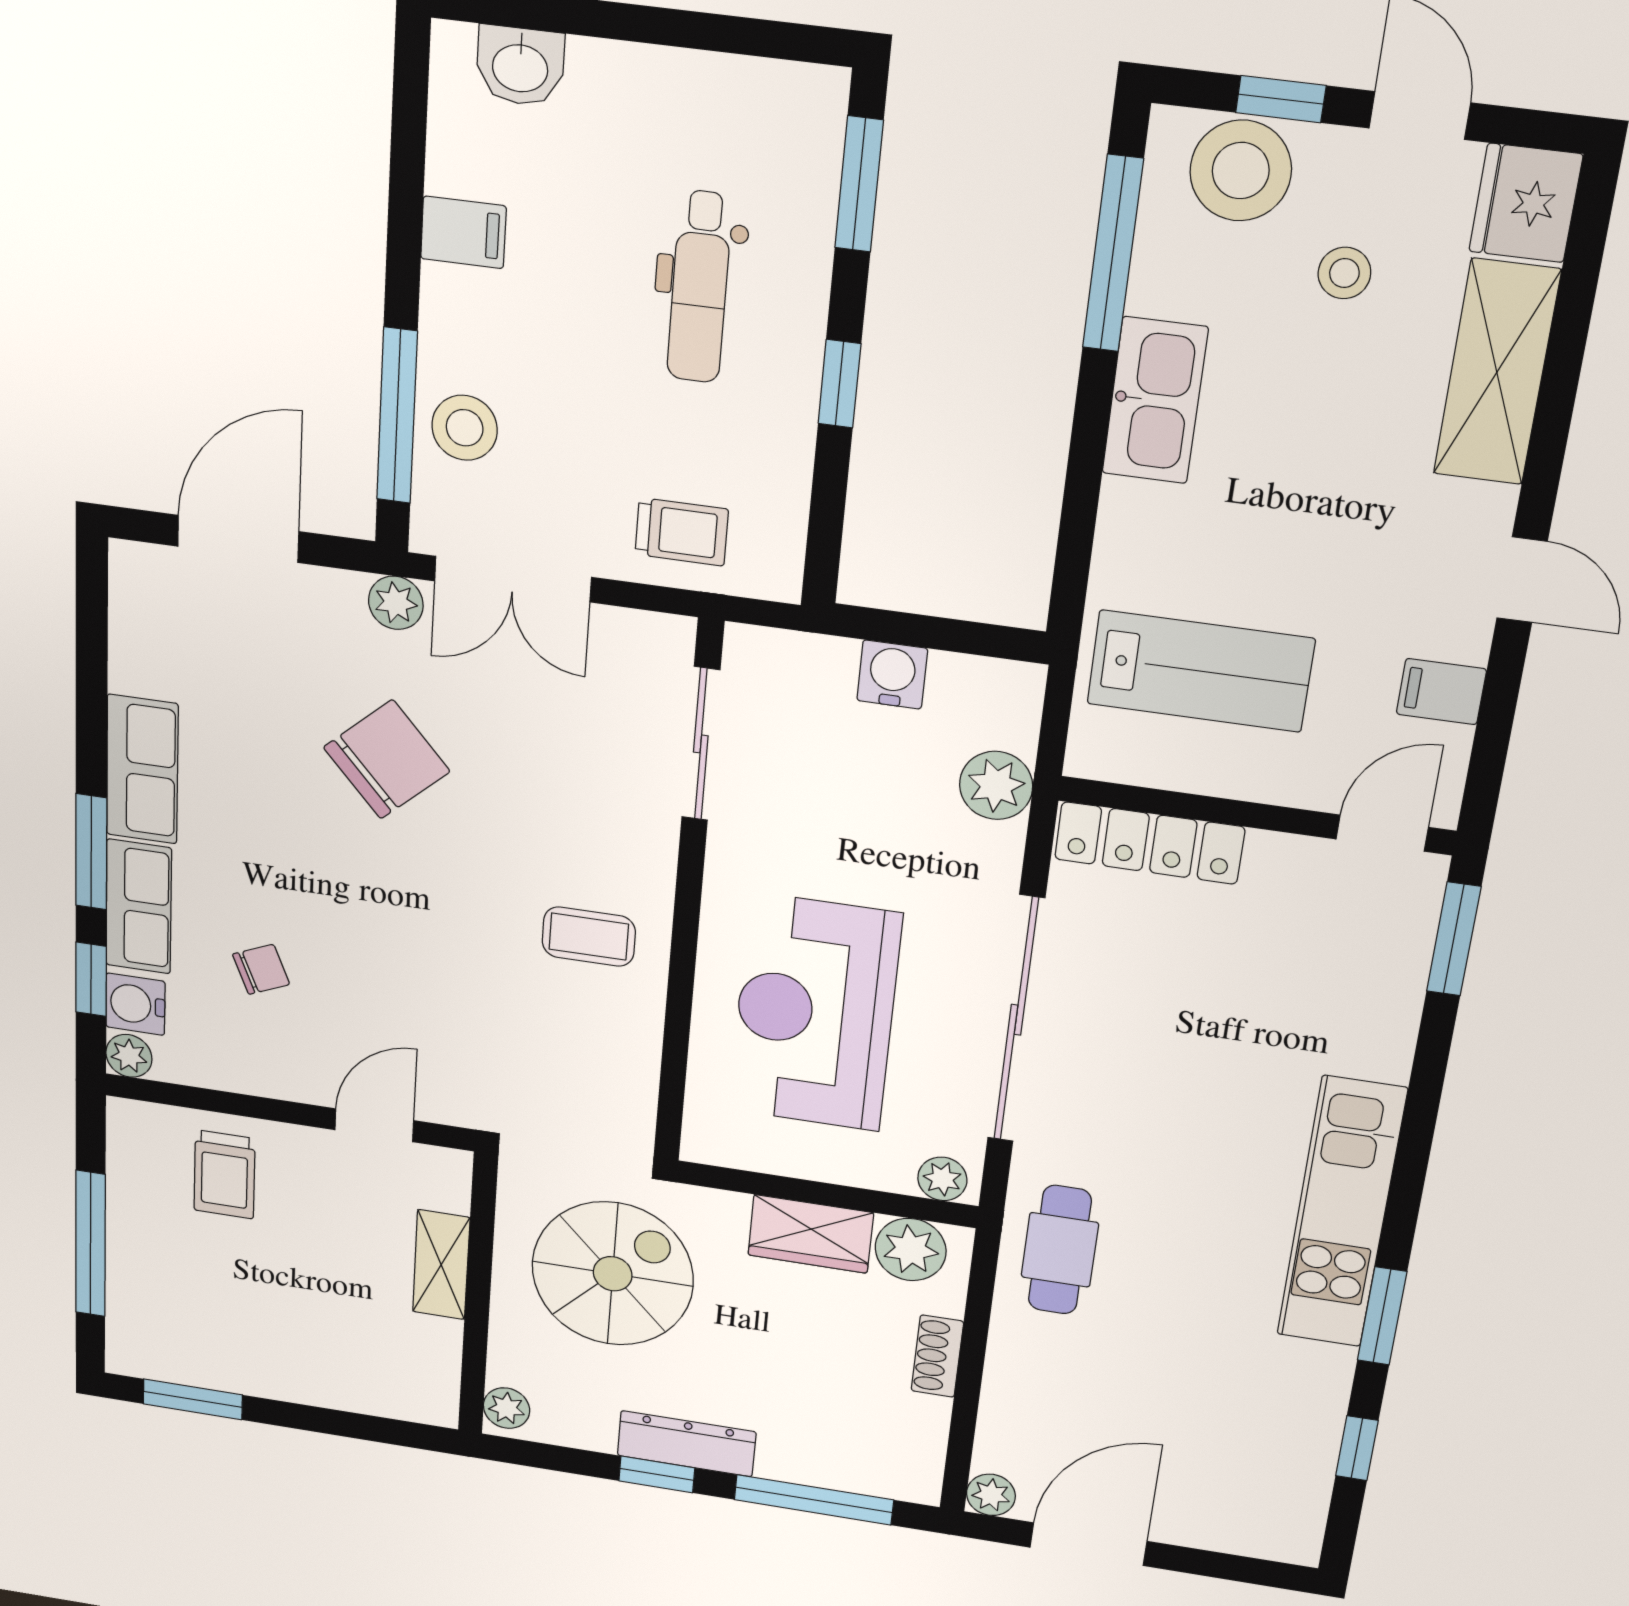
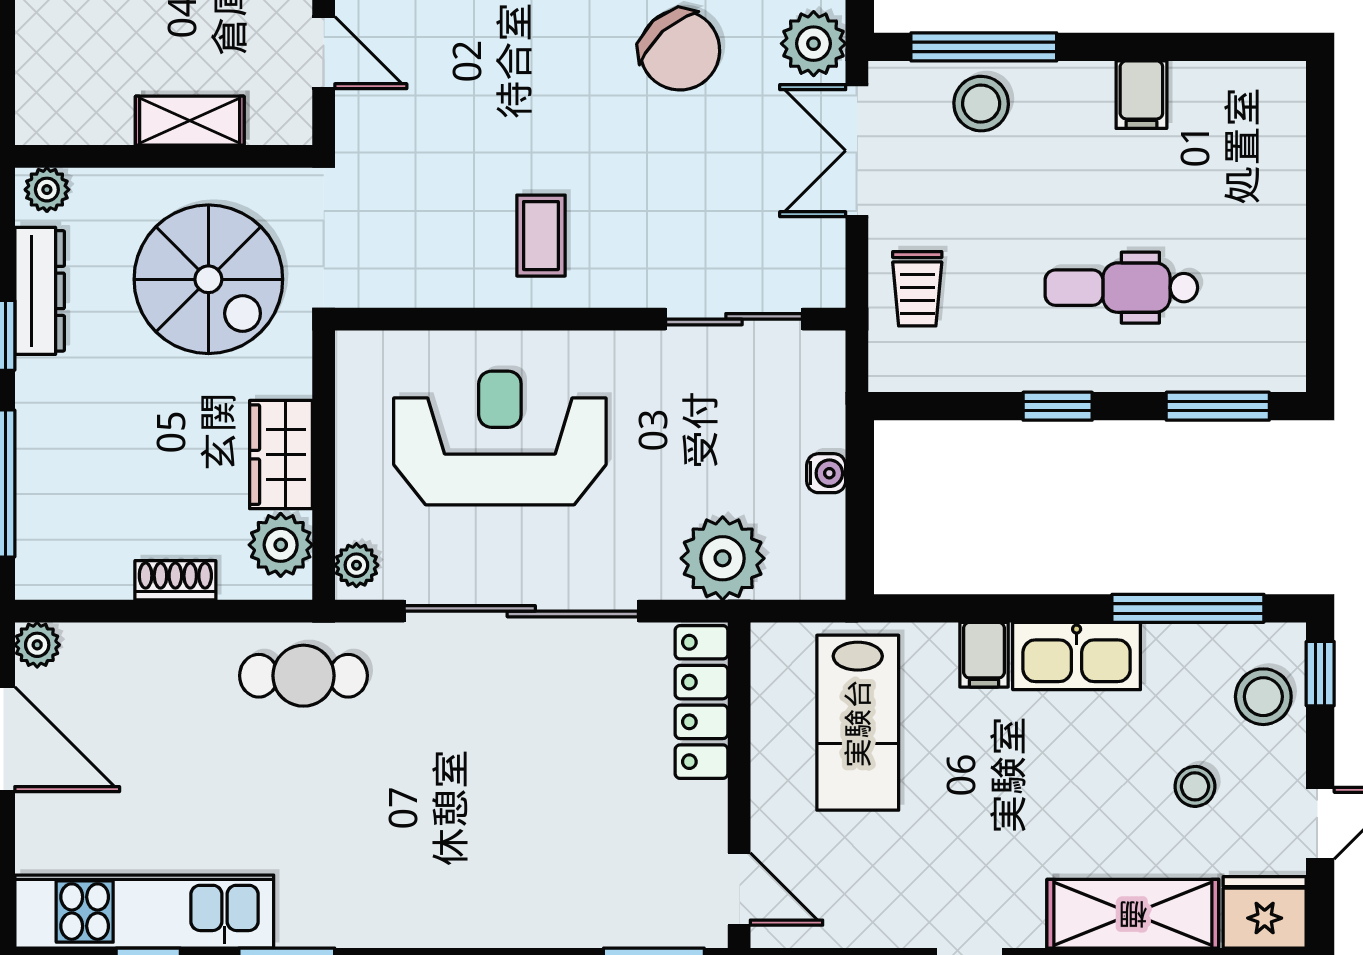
washbasin: (520, 66) -> (1277, 133), removed
window: (1281, 99) -> (1320, 674), moved
stool: (1241, 171) -> (1263, 697), width x0.73, depth x0.73
plant: (396, 603) -> (814, 44), width x1.38, depth x1.38
water cooler: (892, 675) -> (826, 473), width x0.72, depth x0.72
filing cabinet: (1441, 692) -> (984, 655), moved, turned 180
plant: (996, 785) -> (723, 558), width x1.36, depth x1.36
kitchen unit: (1341, 1213) -> (144, 912), moved
dresser: (687, 1444) -> (40, 291), moved

